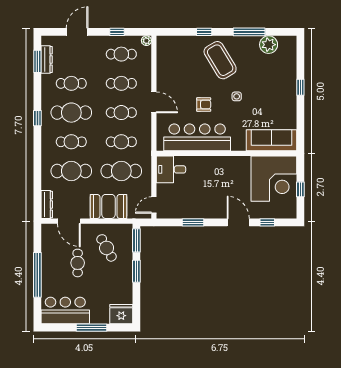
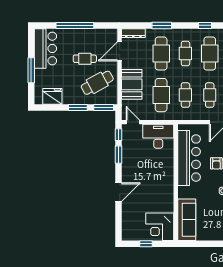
desk: (171, 169) -> (158, 136), width x1.37
window: (37, 170) -> (162, 25), added
corner desk: (274, 179) -> (160, 227), width x0.74, depth x0.74
window: (267, 222) -> (119, 135), moved
cafe table: (107, 248) -> (97, 83), width x1.37, depth x1.35
fridge: (121, 314) -> (52, 96), moved, turned -90

